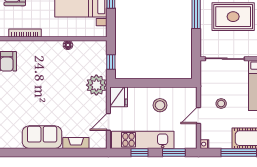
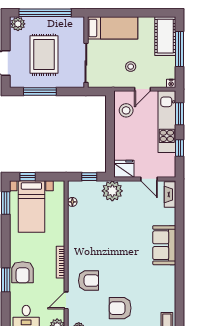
floor lamp: (68, 45) -> (72, 202), moved
stool: (160, 105) -> (126, 110), moved
door: (199, 115) -> (143, 89), hinge flipped
kitchen unit: (143, 140) -> (167, 122), moved
fireplace: (76, 143) -> (170, 194), moved

